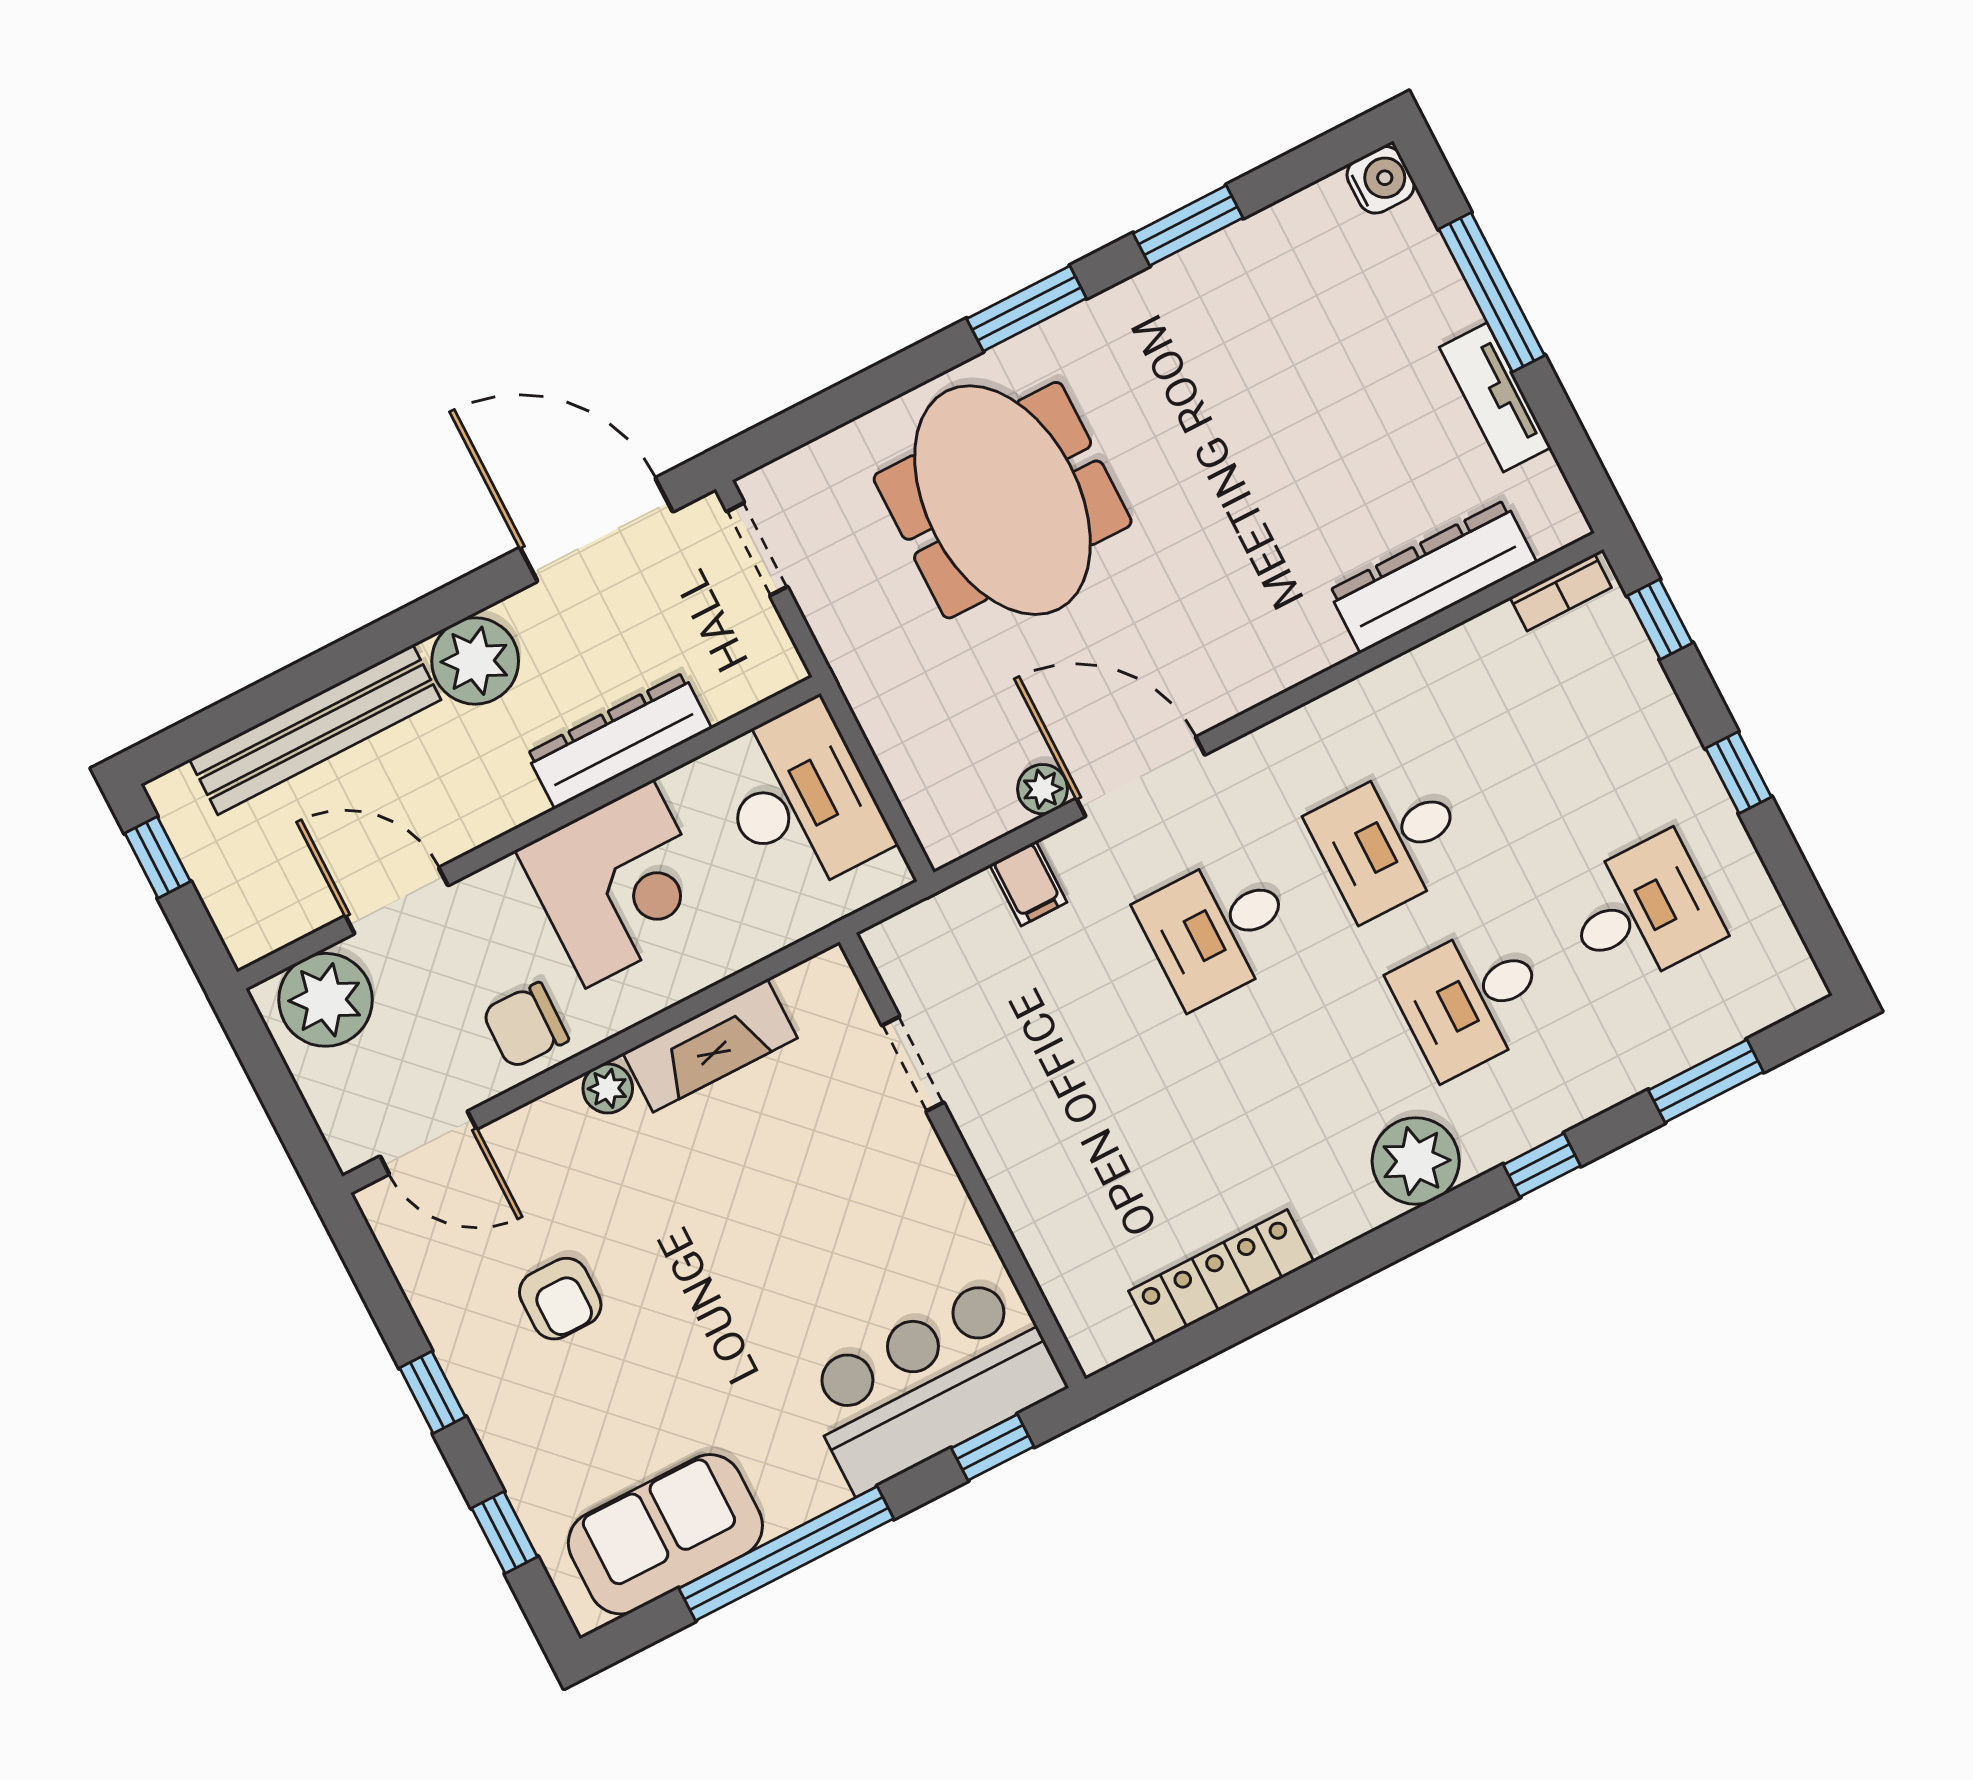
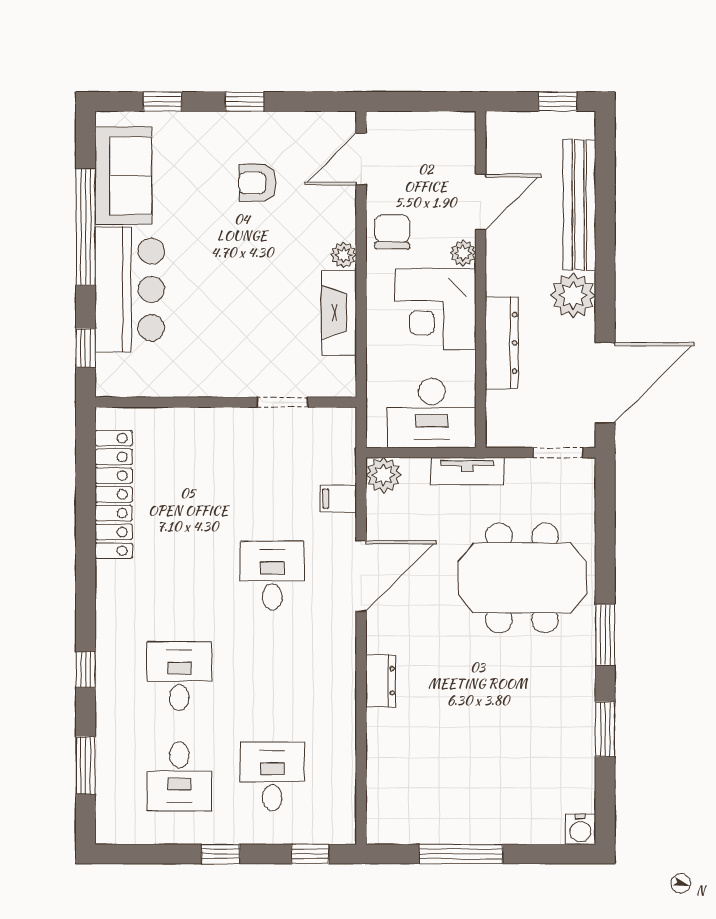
window: (1492, 292) -> (461, 854), moved
tv unit: (1495, 397) -> (467, 471), moved, turned 180
dresser: (1433, 577) -> (381, 681), moved, width x0.51, depth x0.80
bookcase: (1561, 592) -> (346, 814), removed
plant: (1043, 789) -> (384, 475), moved, width x1.38, depth x1.38
desk: (1389, 841) -> (272, 776), moved
plant: (326, 1000) -> (463, 253), moved, width x0.53, depth x0.53
plant: (1416, 1161) -> (118, 612), removed
locker: (1221, 1276) -> (114, 494), width x1.41, depth x1.21
bar counter: (932, 1383) -> (130, 289), moved

